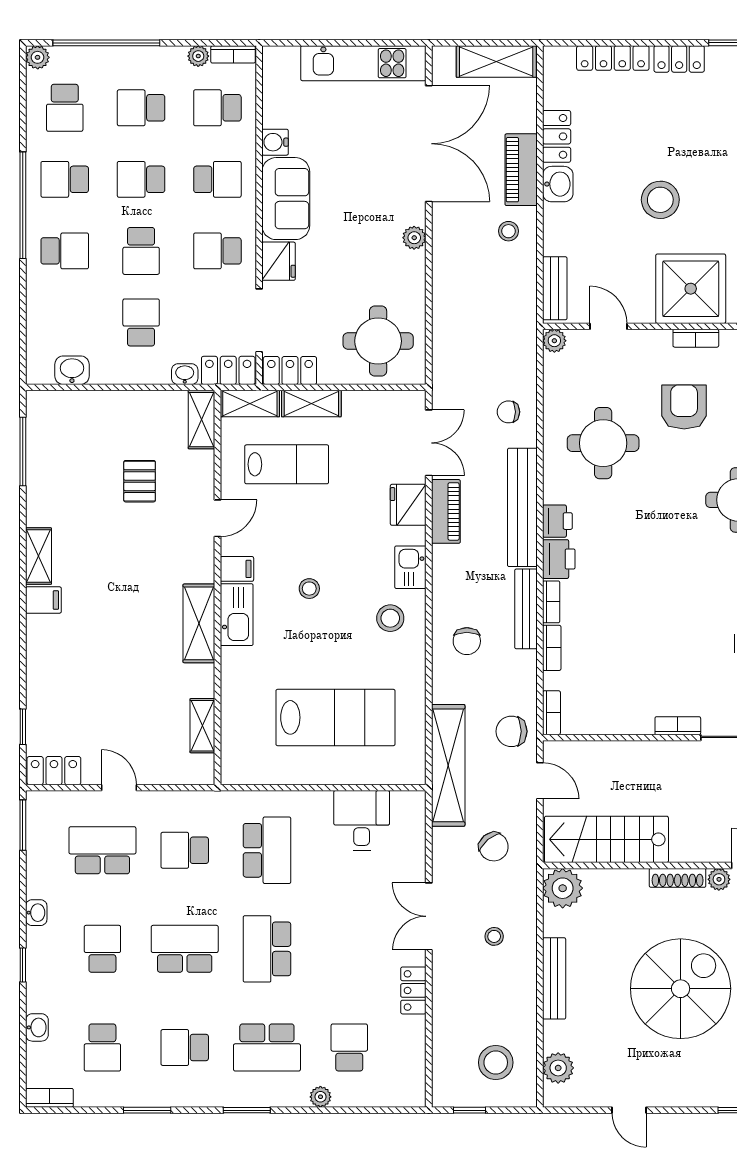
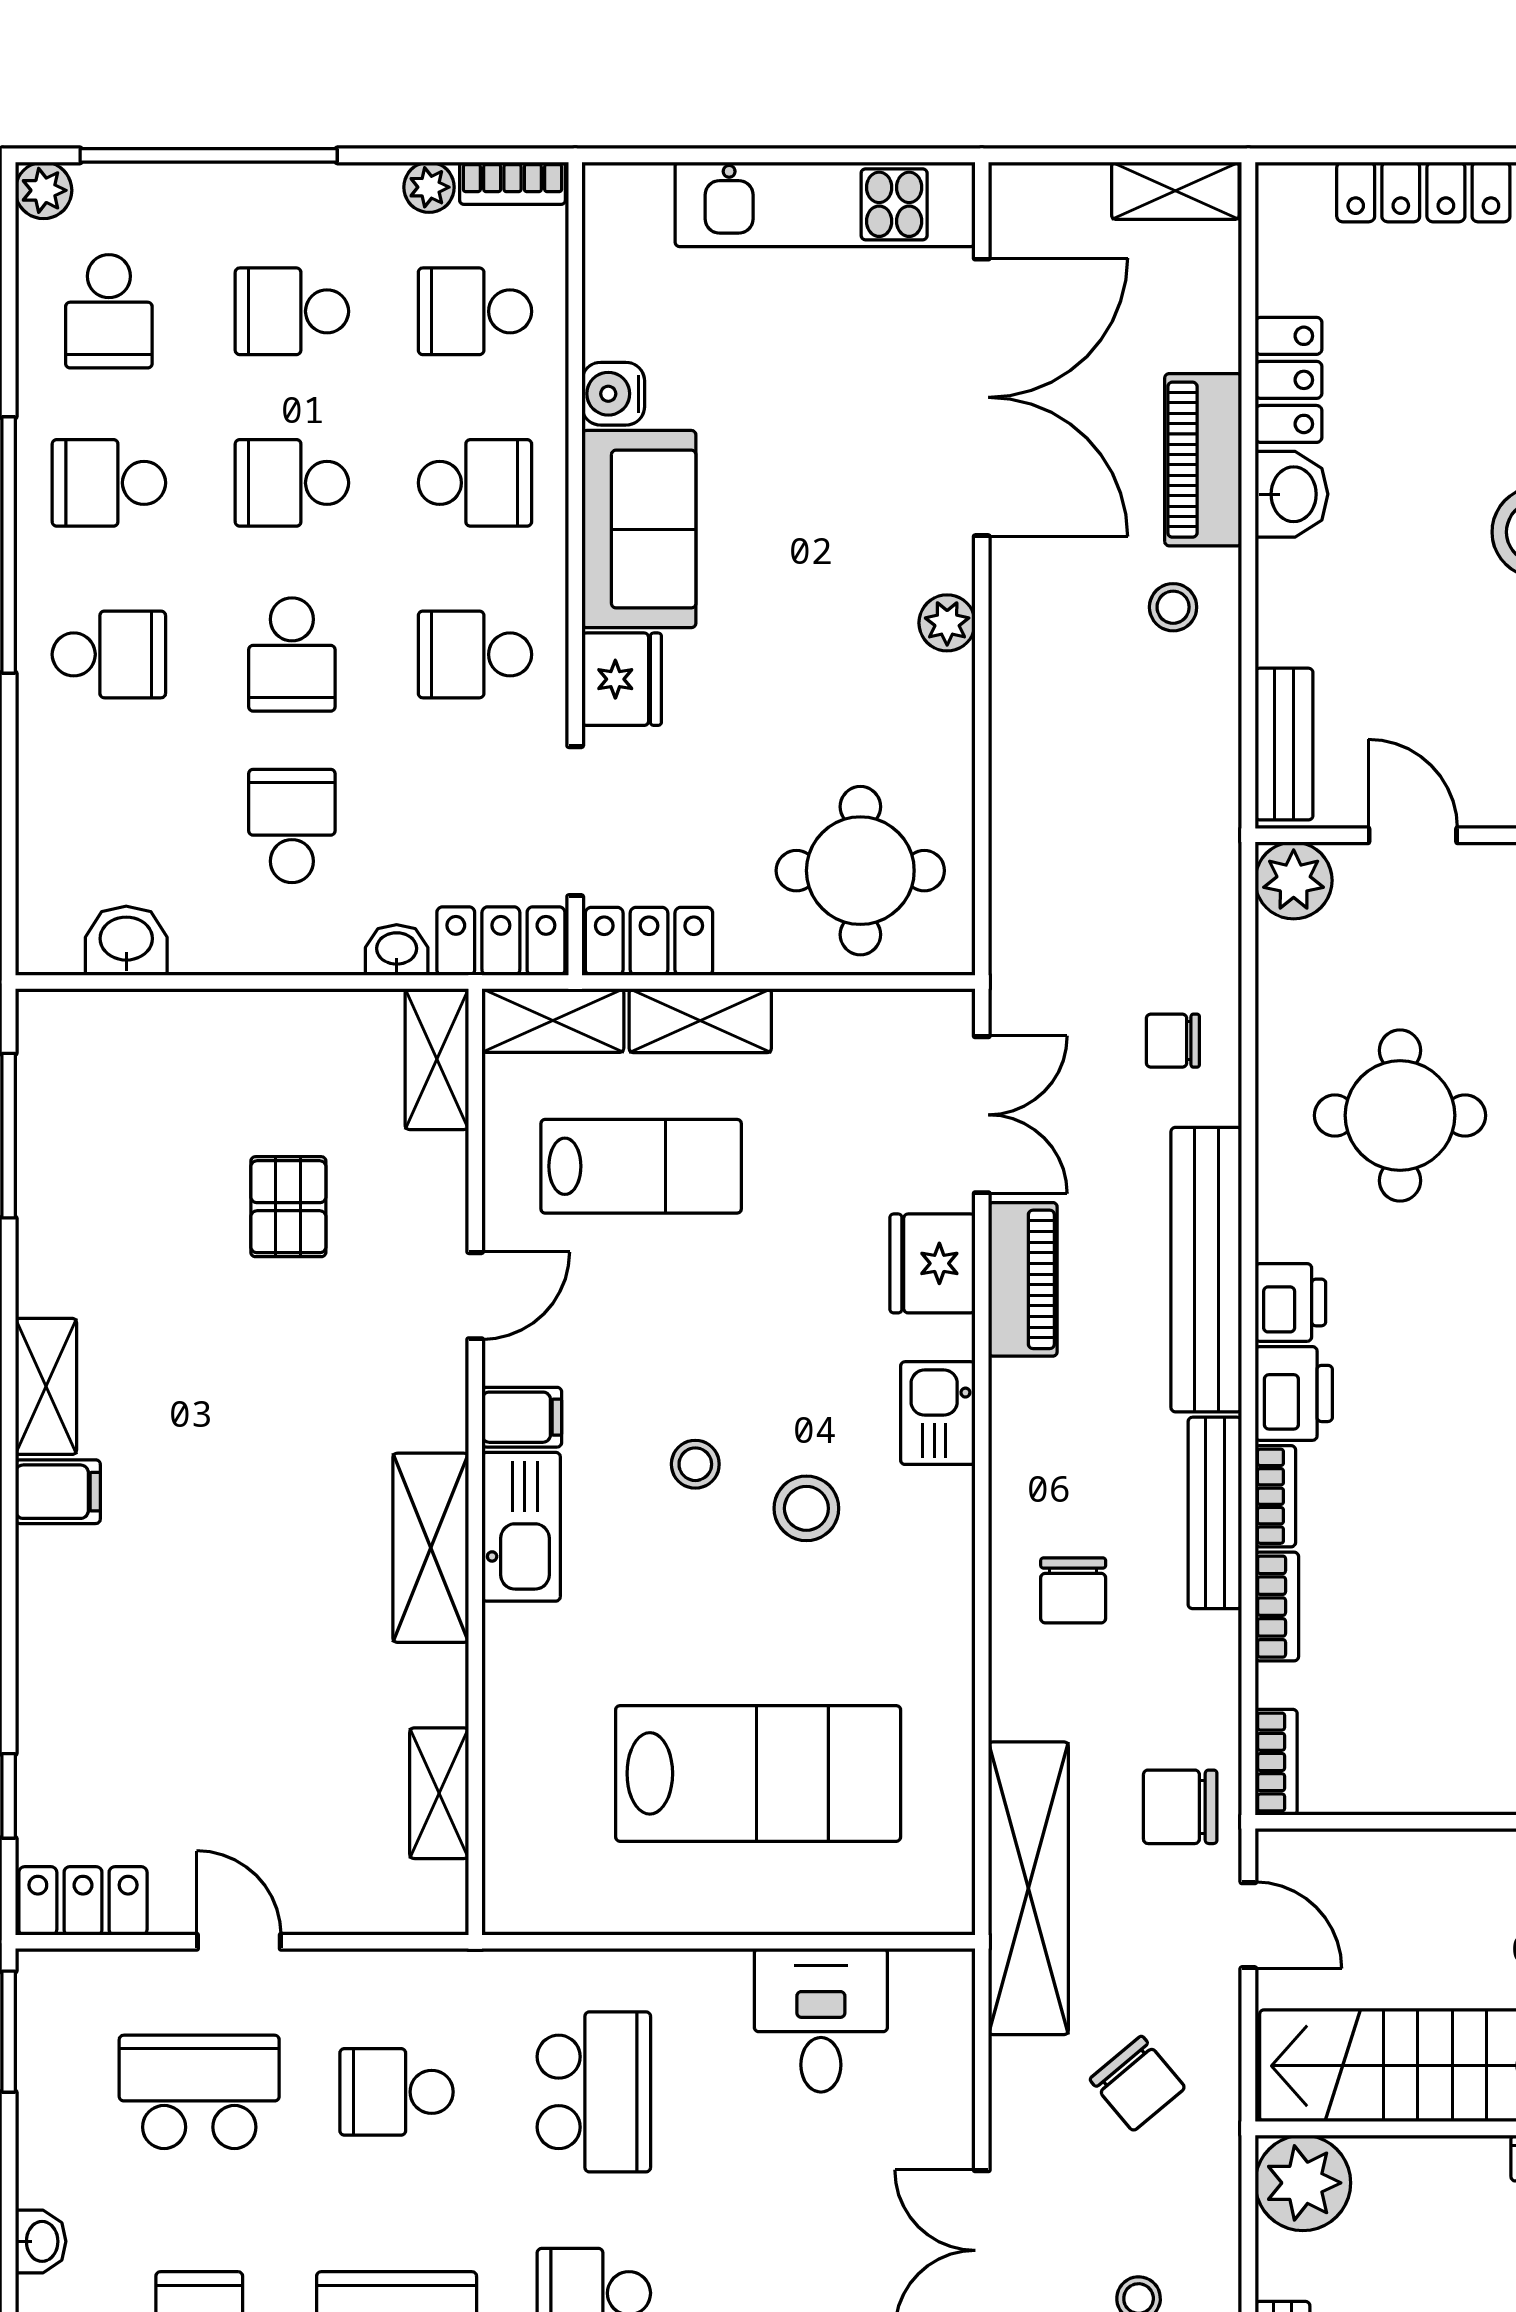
shelving: (496, 62) -> (1175, 191), width x0.67, depth x0.75
plant: (554, 341) -> (1294, 880), width x1.38, depth x1.38
stool: (390, 618) -> (806, 1508), moved

